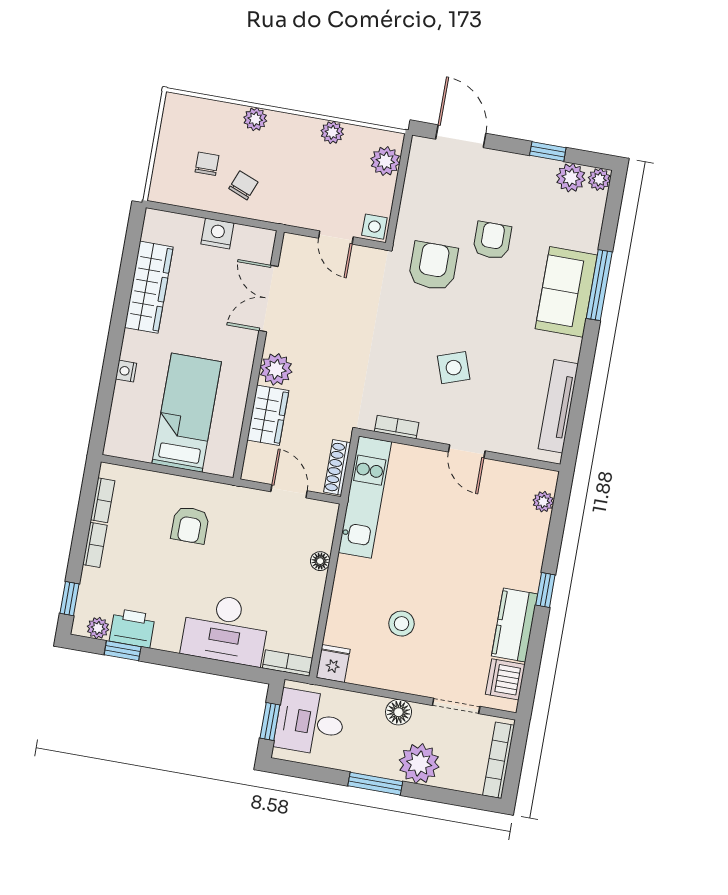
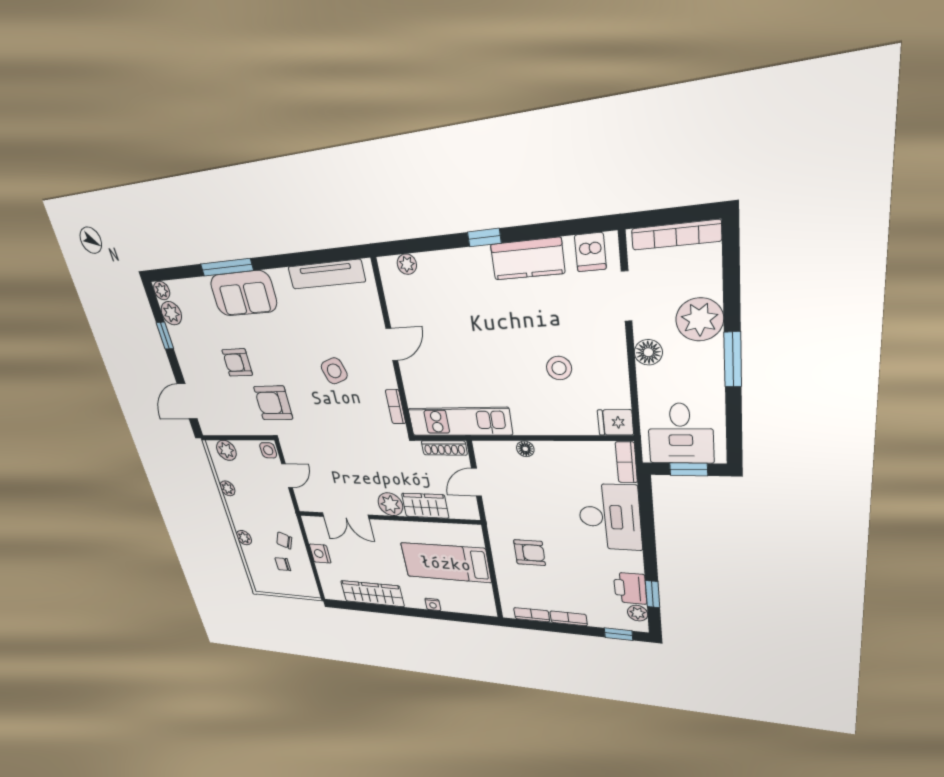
dishwasher: (505, 679) -> (590, 252), width x0.73

